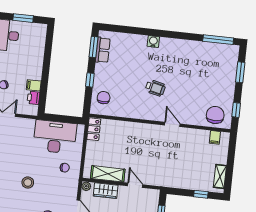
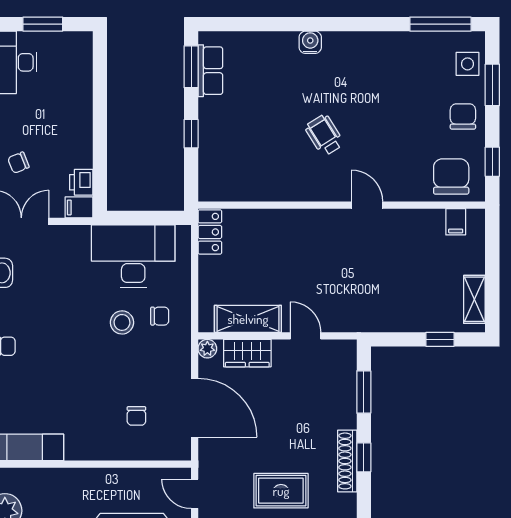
side table: (229, 61) -> (468, 64), added
filing cabinet: (34, 85) -> (79, 207), moved
wheelchair: (155, 88) -> (324, 135), turned -135
chair: (104, 98) -> (463, 116), moved
stool: (28, 183) -> (122, 322), moved

